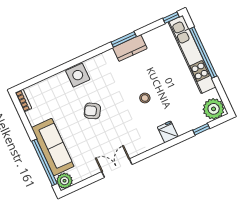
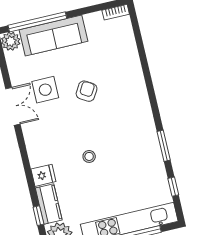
window: (171, 18) -> (173, 187), moved
kitchen counter: (130, 48) -> (49, 204), moved, turned 180
side table: (78, 75) -> (45, 90), moved

